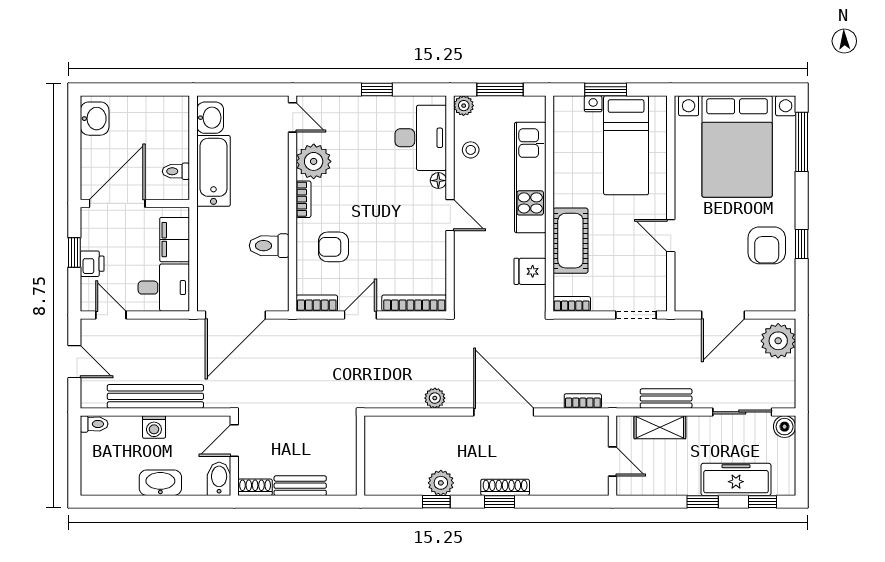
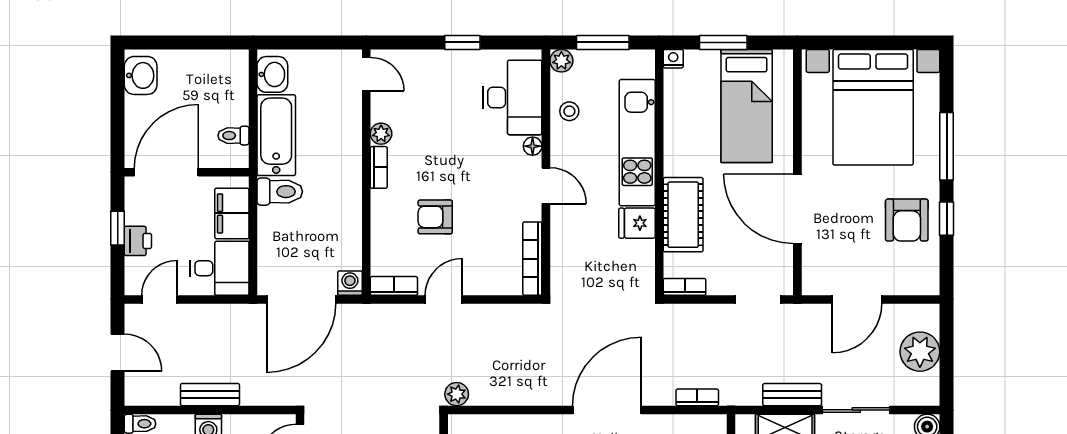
nightstand: (593, 104) -> (673, 59), moved
window: (802, 142) -> (947, 146), moved
plant: (314, 161) -> (381, 134), width x0.53, depth x0.53
door: (671, 236) -> (797, 209), width x1.88
toilet: (269, 246) -> (280, 192), moved, turned 180
armchair: (333, 247) -> (435, 217), moved
fridge: (530, 271) -> (637, 223), moved
washing machine: (278, 301) -> (350, 283), added
bookcase: (414, 303) -> (532, 259), moved, turned -90
door: (111, 315) -> (159, 299), hinge flipped
plant: (778, 341) -> (920, 352), moved
bench: (155, 396) -> (210, 395), width x0.54, depth x0.82
plant: (435, 398) -> (457, 394), moved
door: (504, 412) -> (607, 410), hinge flipped
sliding door: (742, 412) -> (856, 410), moved

